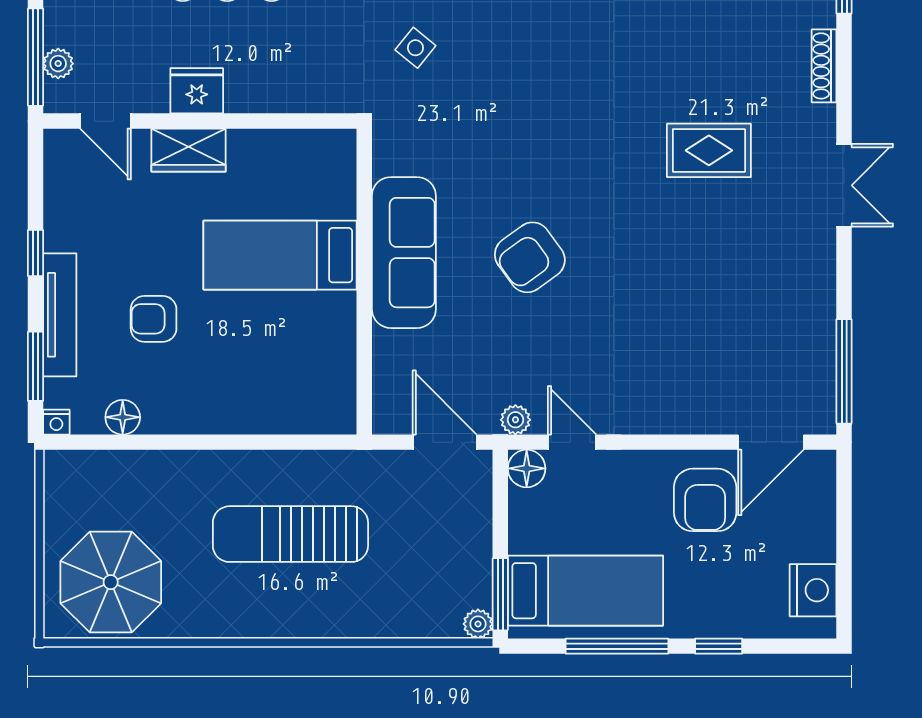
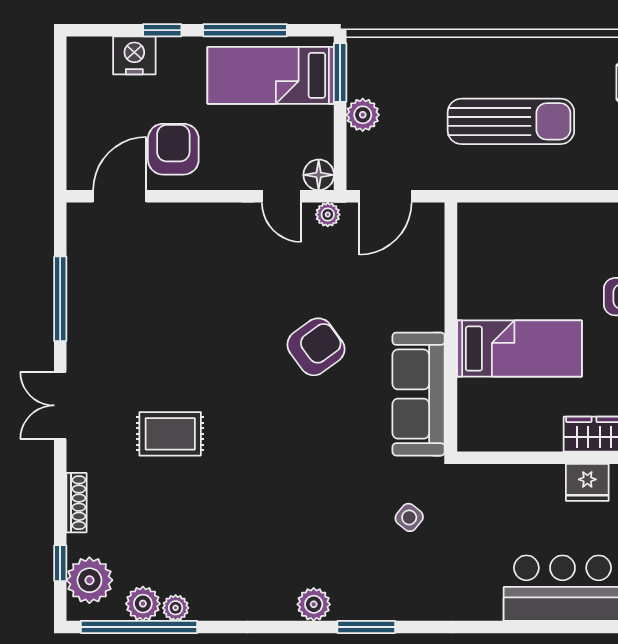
sofa: (404, 253) -> (419, 394), moved
window: (844, 371) -> (60, 299), moved
door: (445, 442) -> (385, 196), hinge flipped
nightstand: (813, 590) -> (134, 55), moved, turned 90
plant: (478, 624) -> (363, 115), moved, width x1.38, depth x1.38

